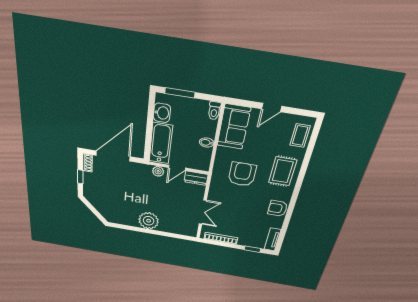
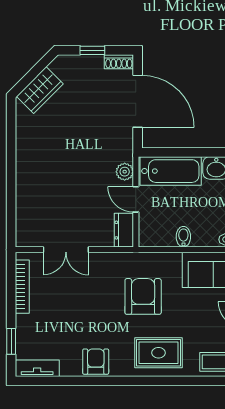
armchair: (242, 174) -> (143, 296), turned -90
wardrobe: (104, 209) -> (40, 90), added
plant: (149, 221) -> (32, 165), removed

